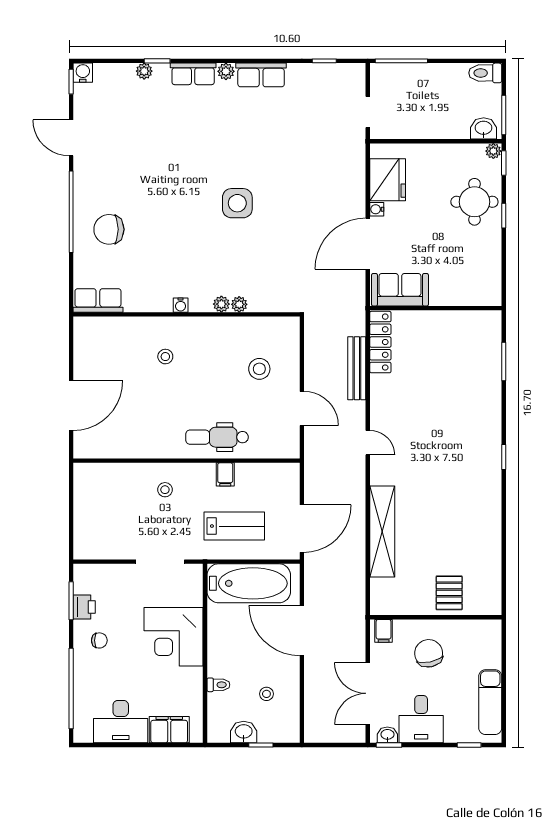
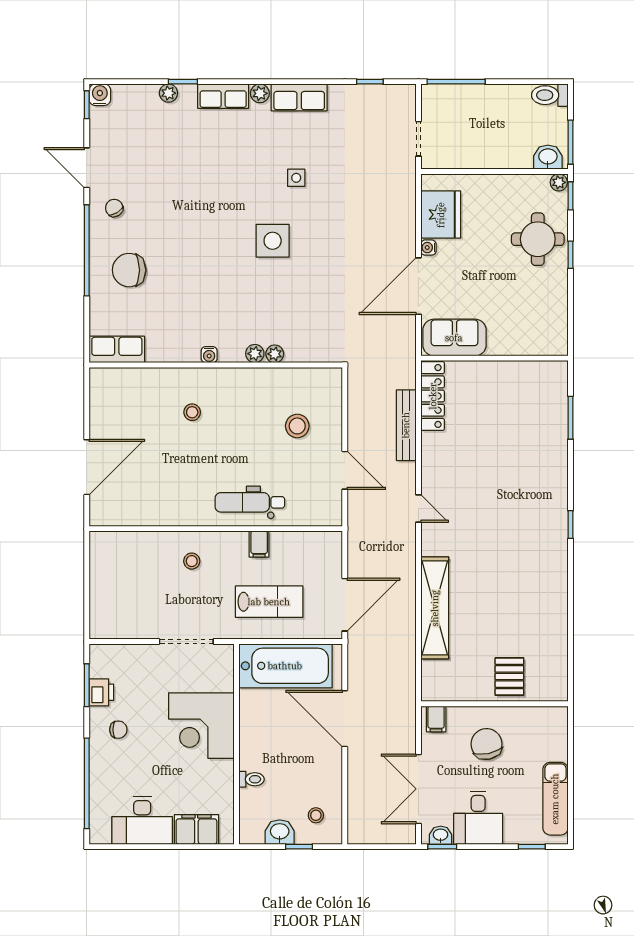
side table: (258, 147) -> (296, 178), added
chair: (96, 174) -> (114, 208), added
stool: (266, 694) -> (316, 815), moved

